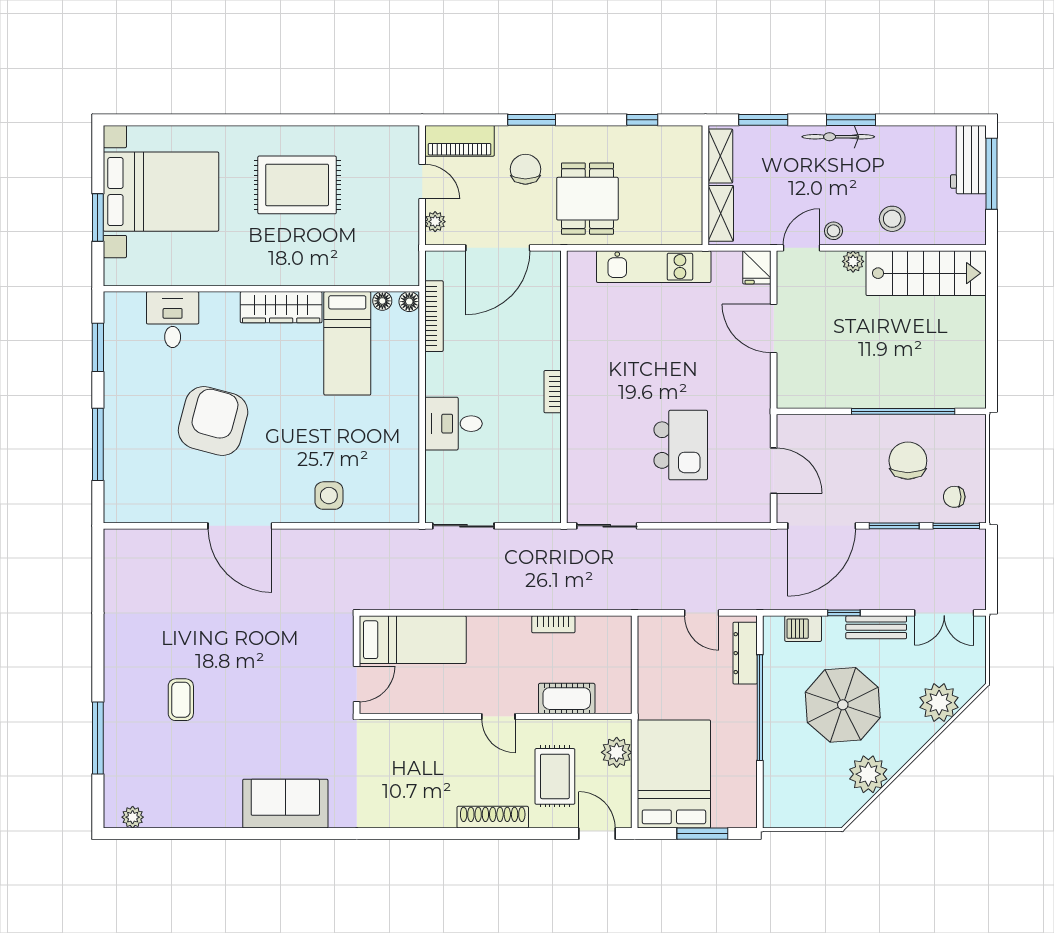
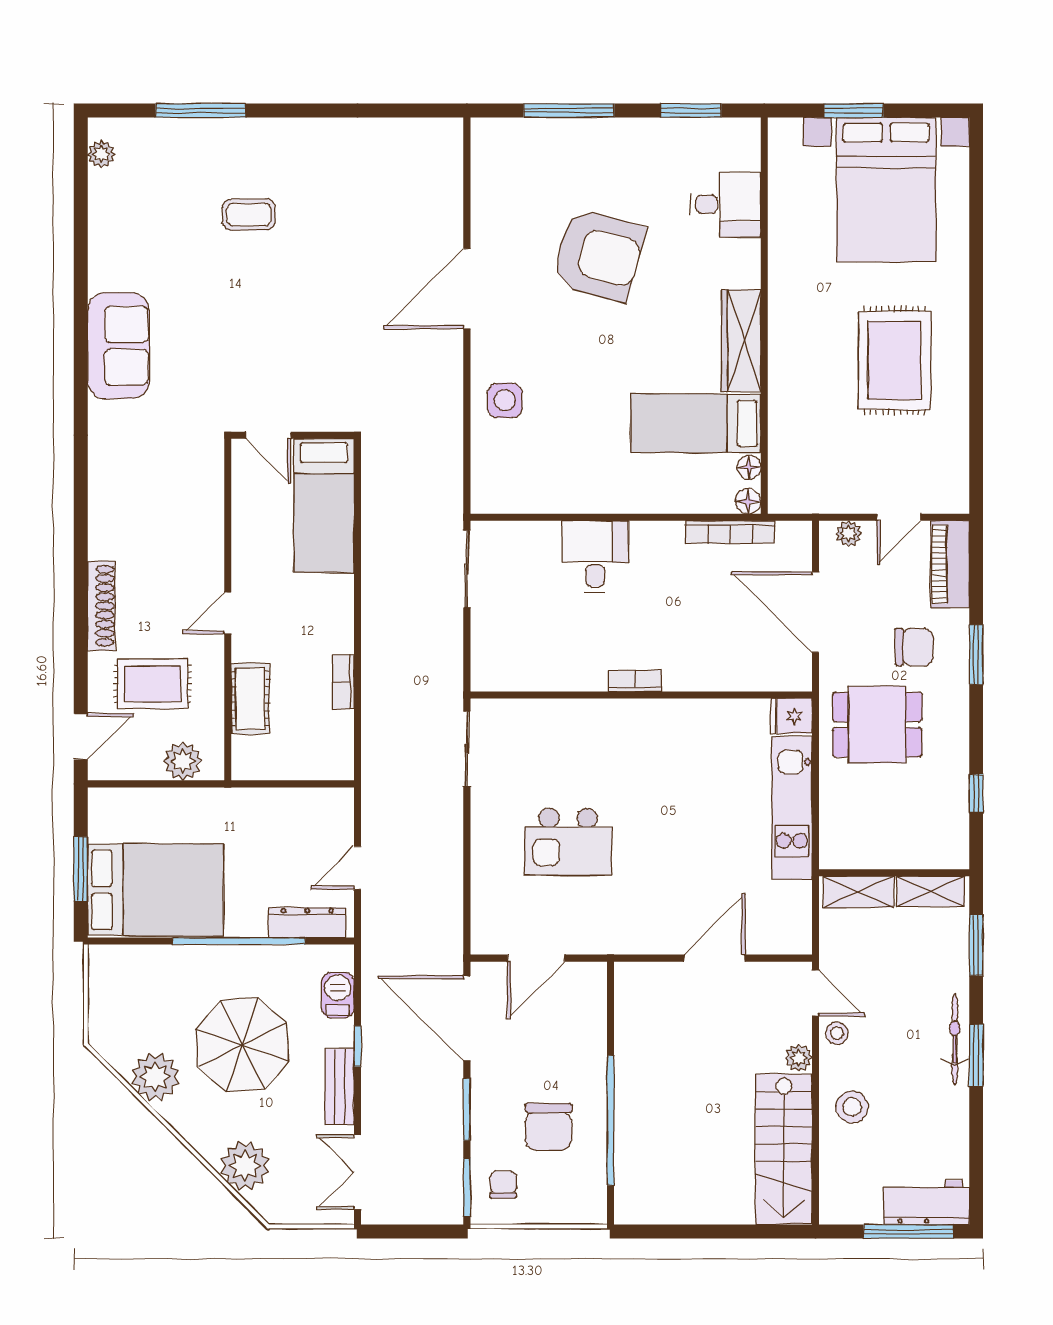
fridge: (757, 267) -> (791, 716), moved
chair: (908, 461) -> (549, 1127), turned 90
bed: (674, 774) -> (155, 890), moved

